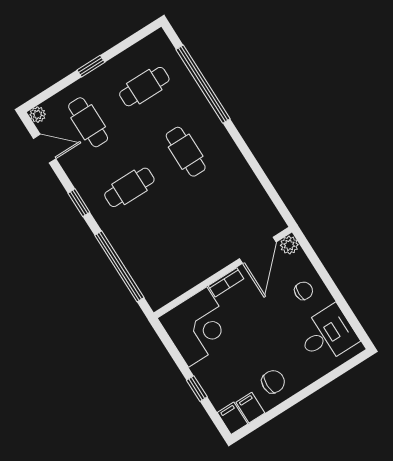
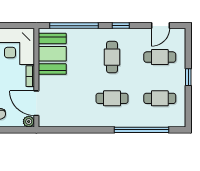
cafe table: (144, 87) -> (160, 98), turned 90
plant: (38, 115) -> (181, 33), removed
booth: (177, 272) -> (52, 54), added

